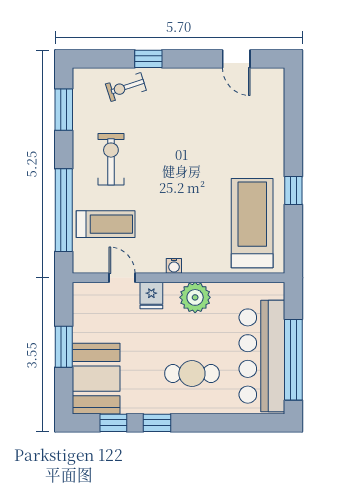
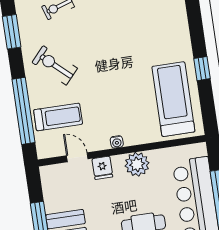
exercise bike: (111, 159) -> (55, 65), turned -48

